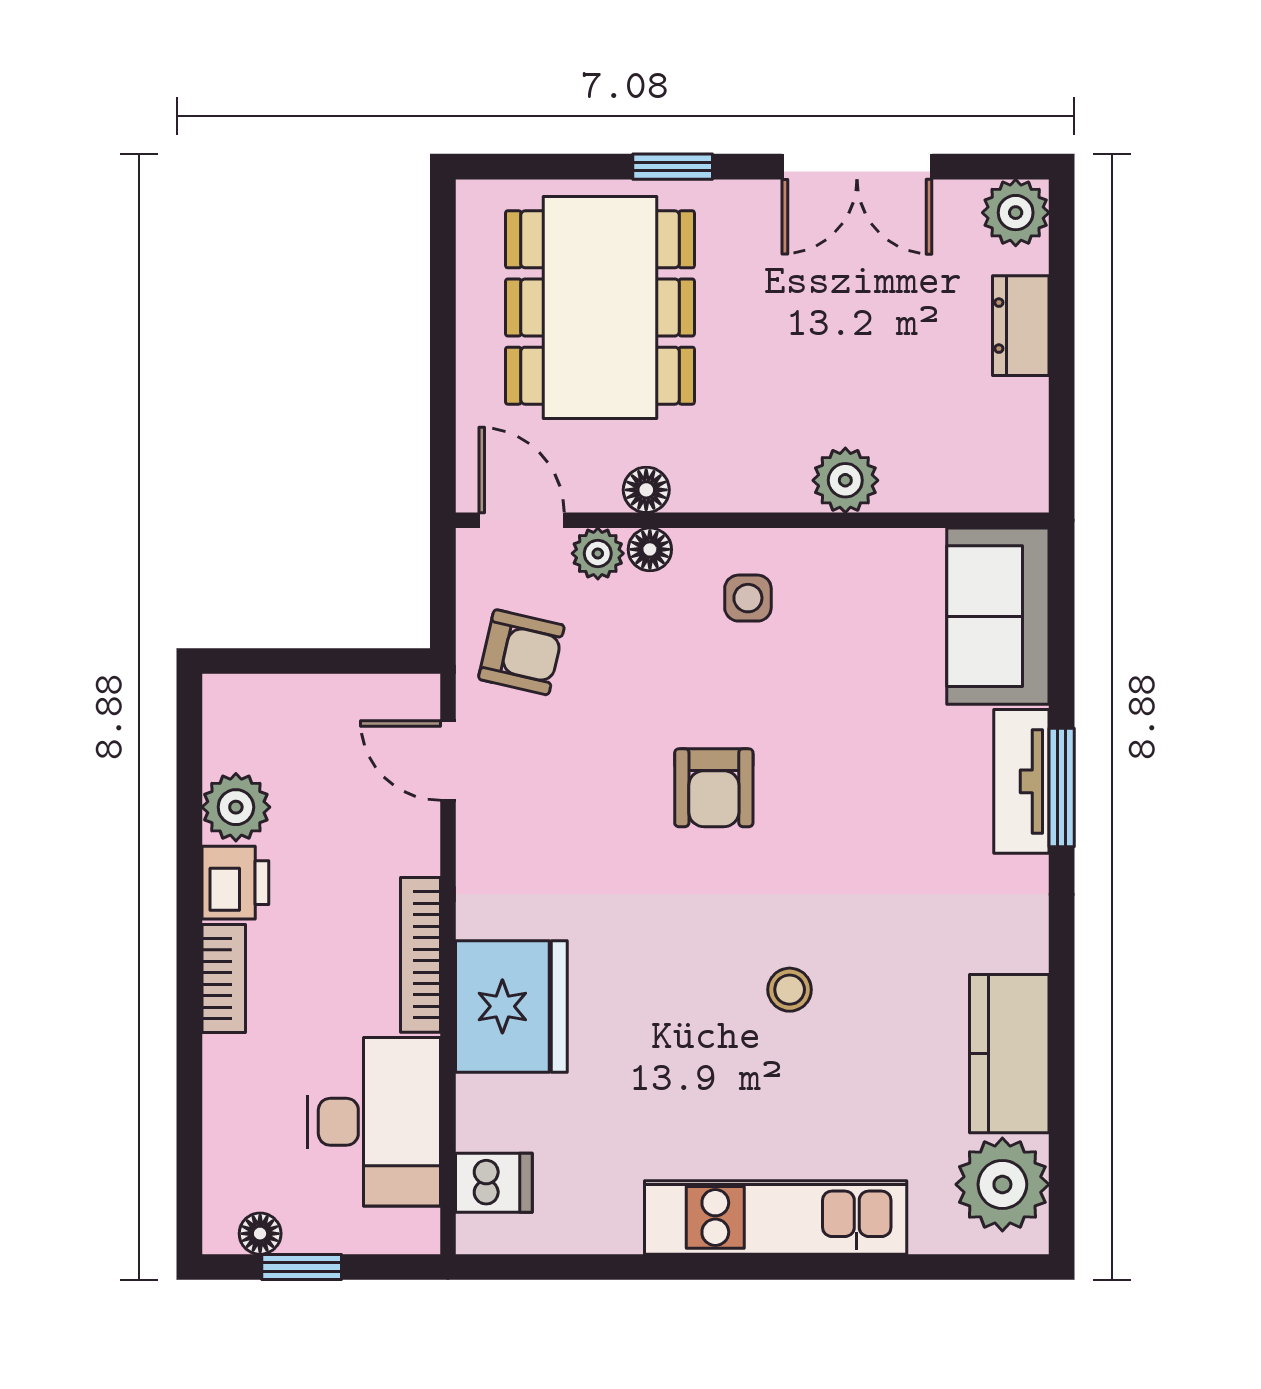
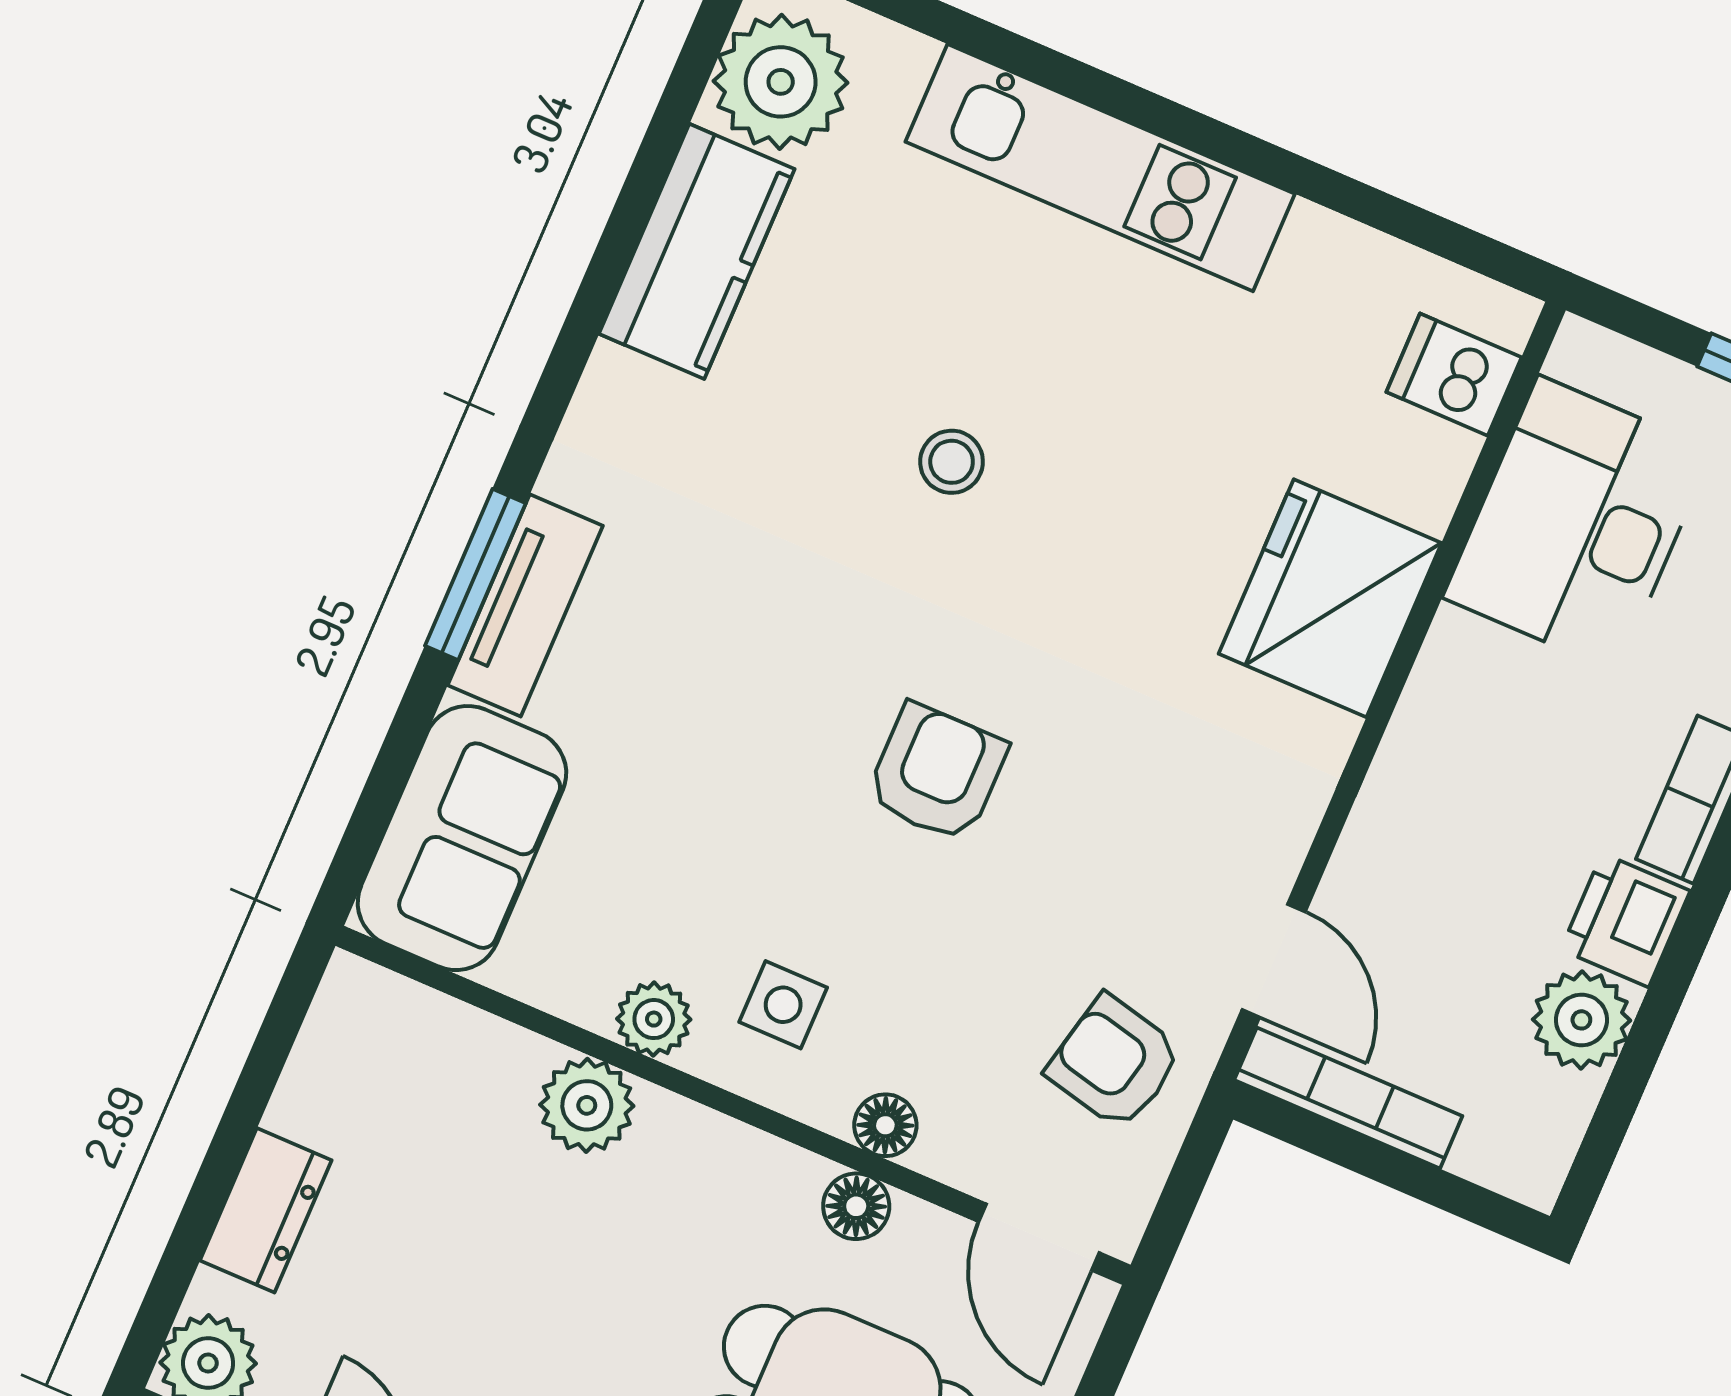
plant: (598, 553) -> (654, 1019), moved
bookcase: (421, 955) -> (1348, 1098), moved, turned -90

